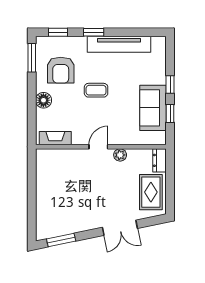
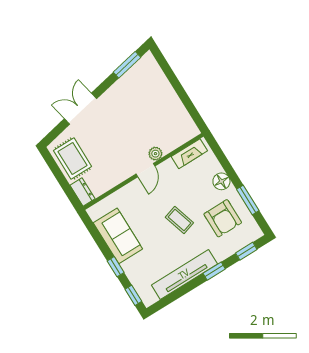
window: (32, 58) -> (248, 200), moved
armchair: (61, 70) -> (223, 218), turned 180
coffee table: (96, 90) -> (179, 220), turned 73
window: (170, 113) -> (133, 295), moved
plant: (120, 155) -> (155, 154), moved

